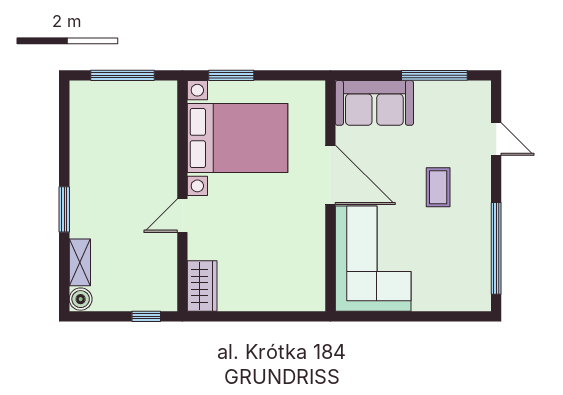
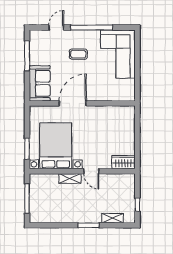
shelving: (167, 169) -> (70, 178), added
window: (496, 248) -> (92, 28), moved
corner sofa: (373, 259) -> (118, 54), moved, turned -90
boiler: (81, 299) -> (129, 218), removed
window: (146, 316) -> (137, 205), moved

